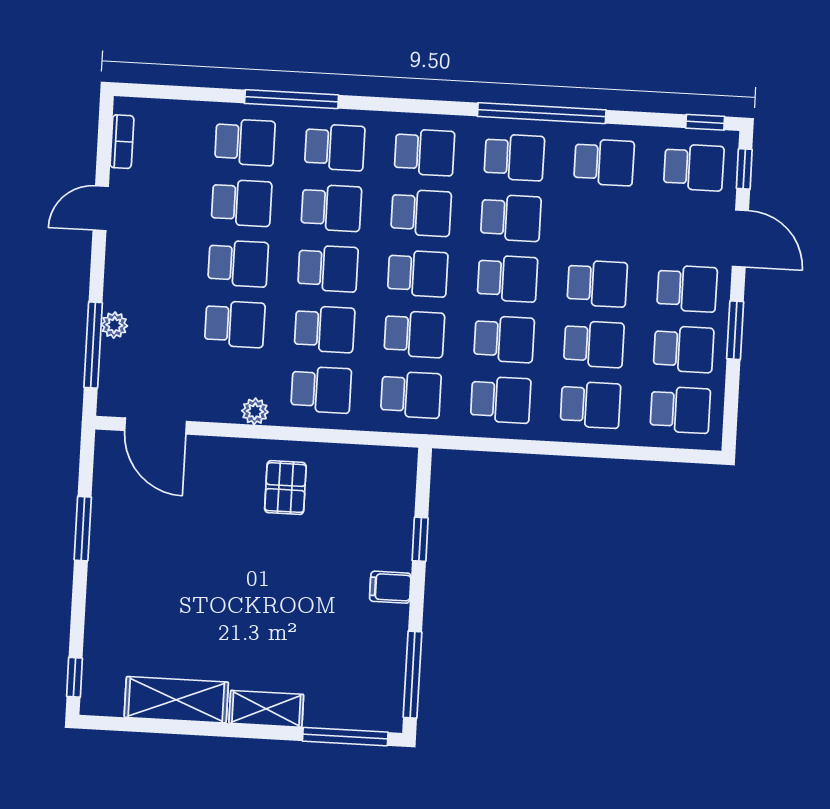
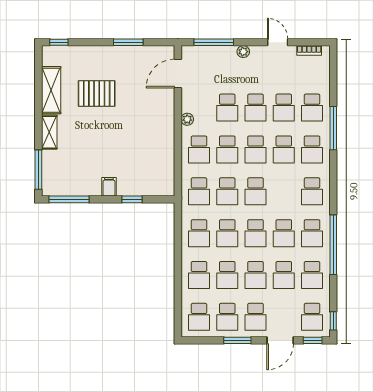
school desk: (421, 213) -> (284, 275), moved
plant: (114, 325) -> (243, 52), moved
pallet: (285, 488) -> (97, 93), moved, width x1.50, depth x1.42

